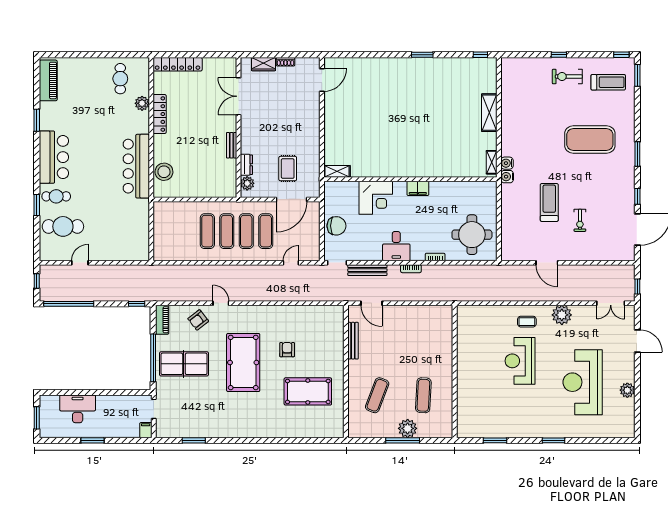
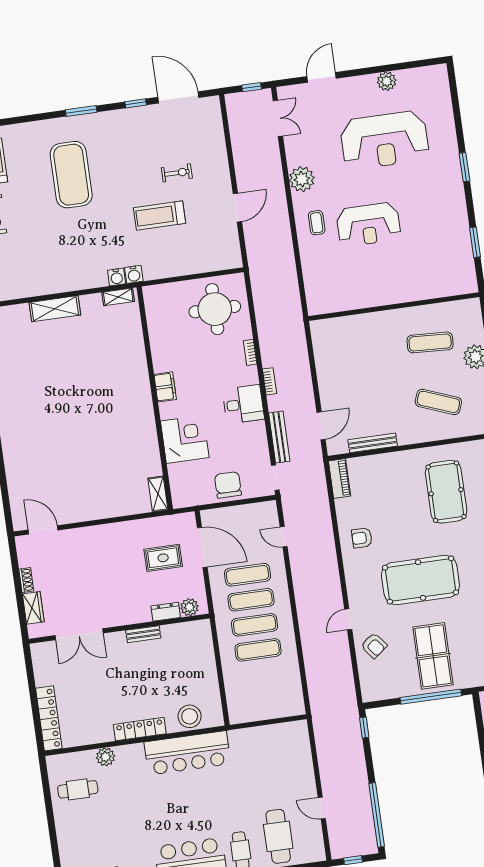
locker: (160, 114) -> (140, 729), moved
piano: (162, 320) -> (340, 478), moved, turned 90
armchair: (287, 350) -> (362, 538), moved

